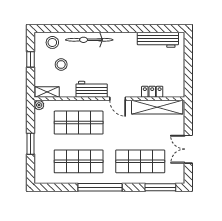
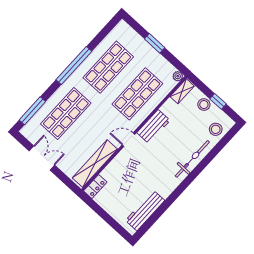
stool: (61, 64) -> (204, 105), moved
locker: (152, 92) -> (95, 186), moved

